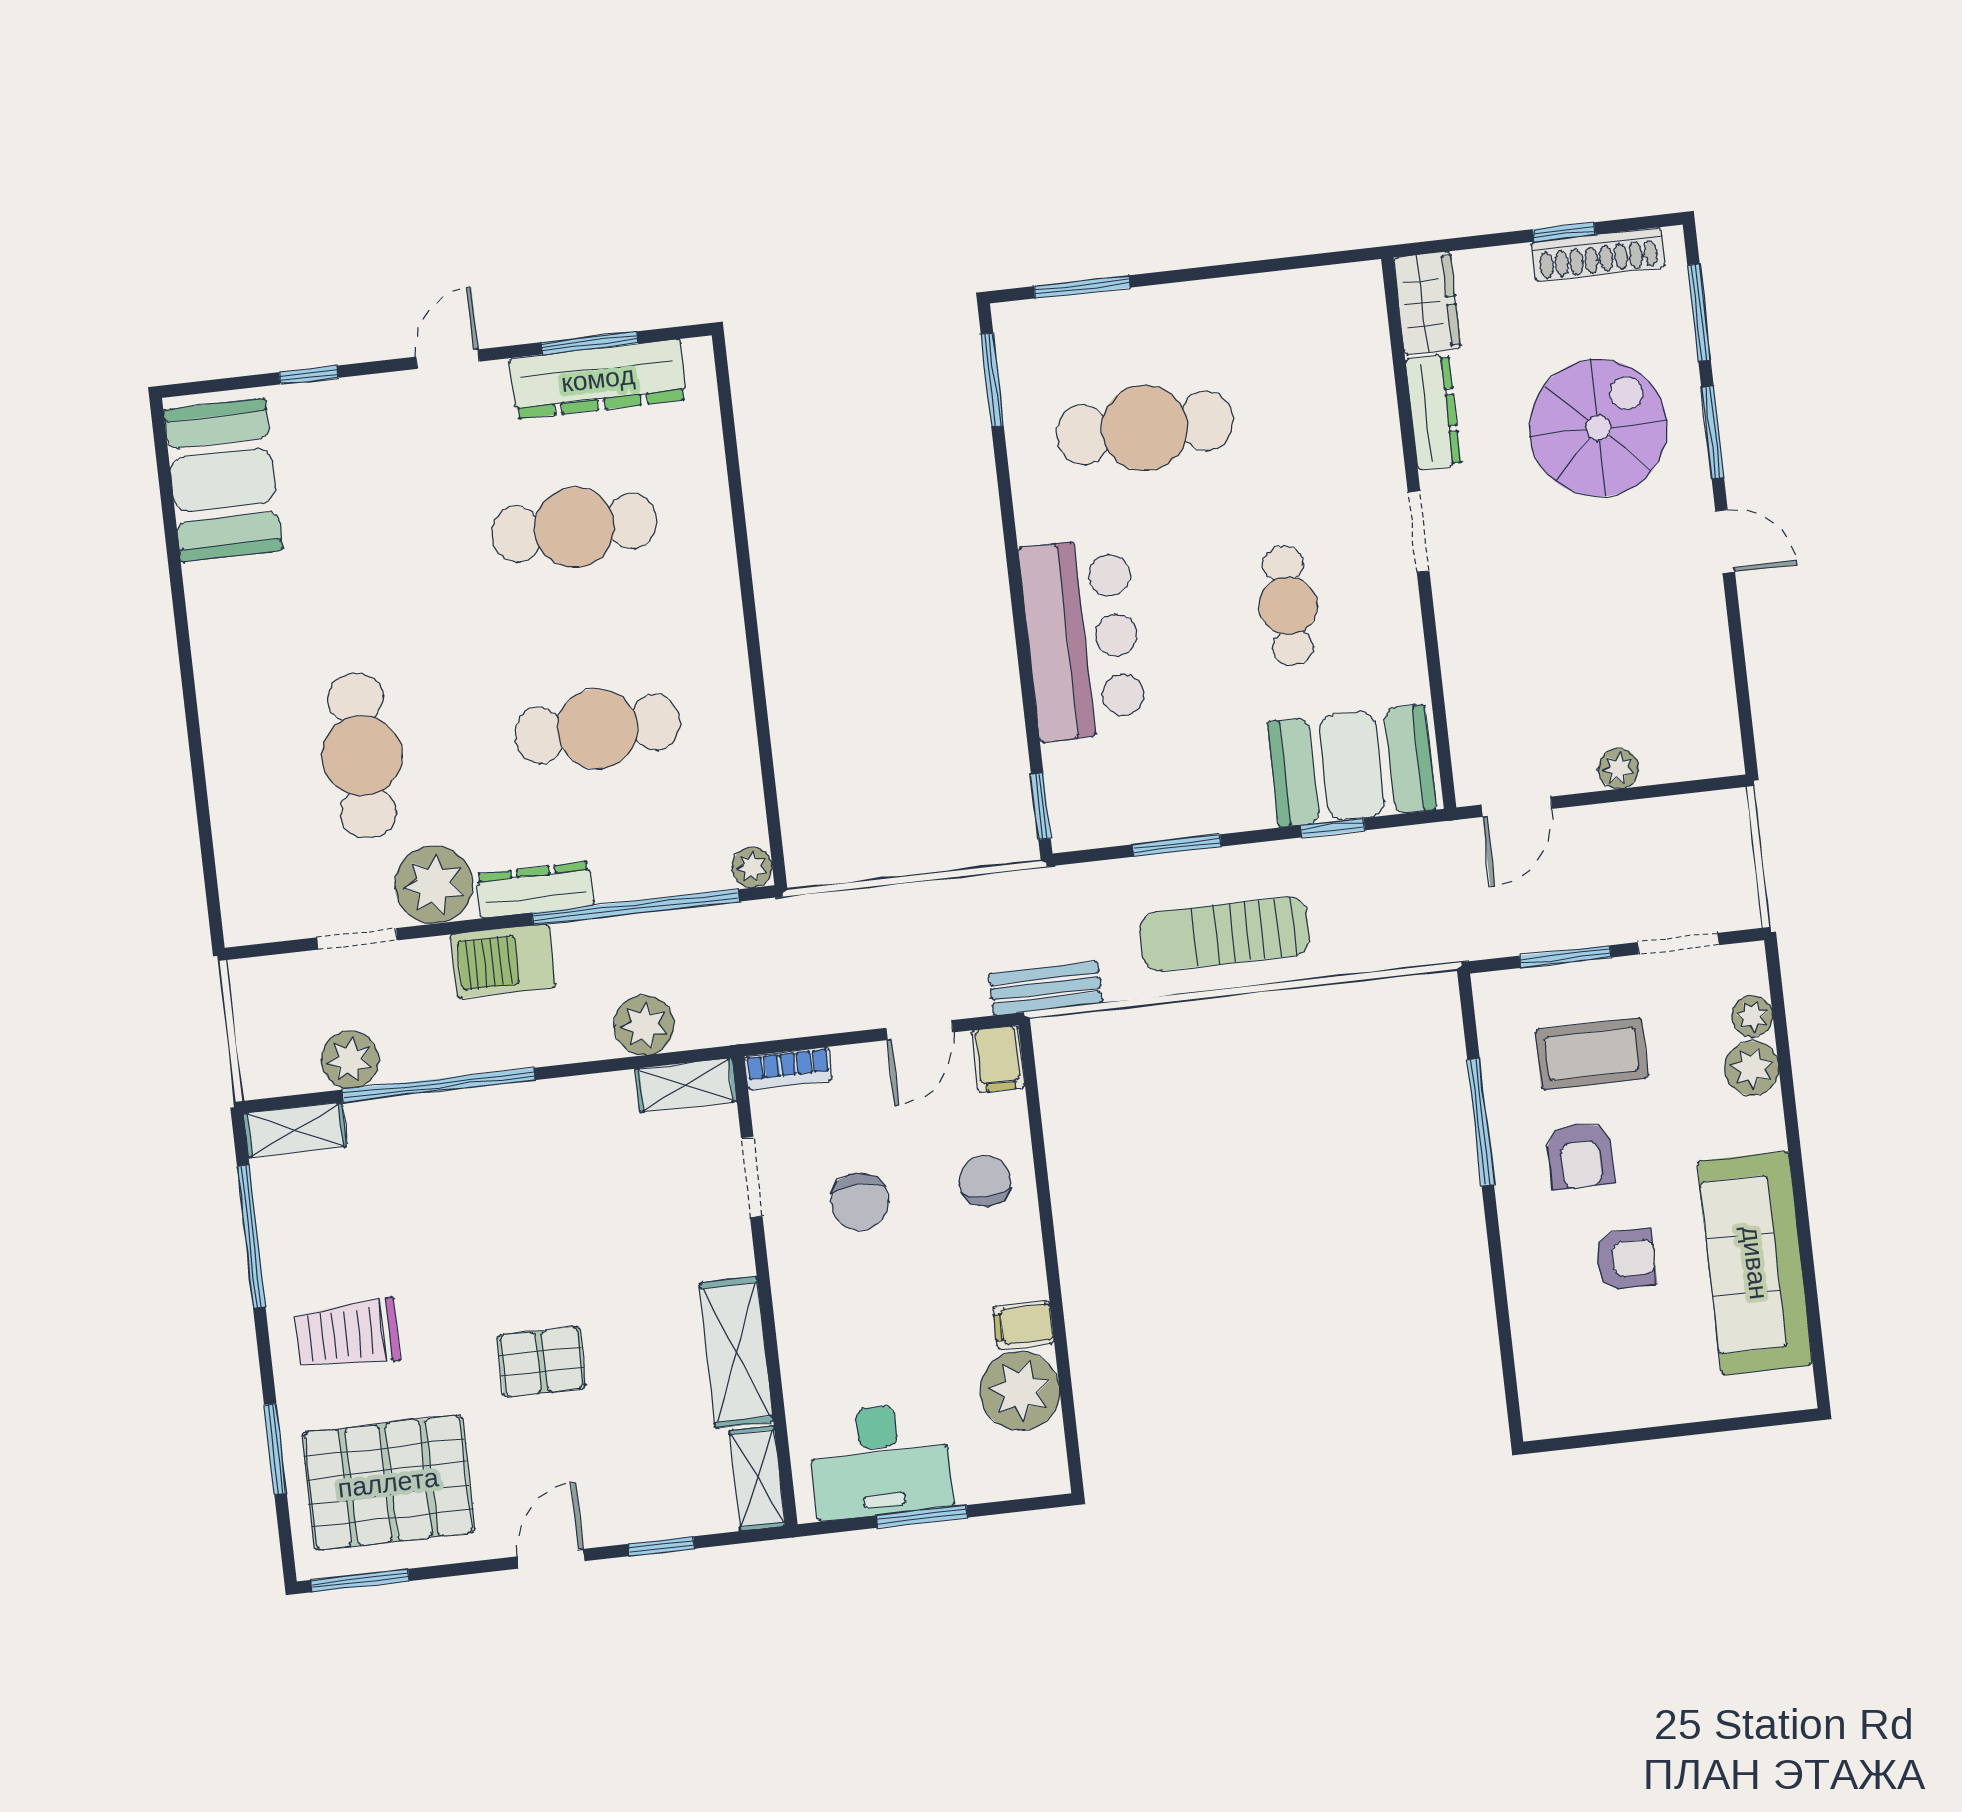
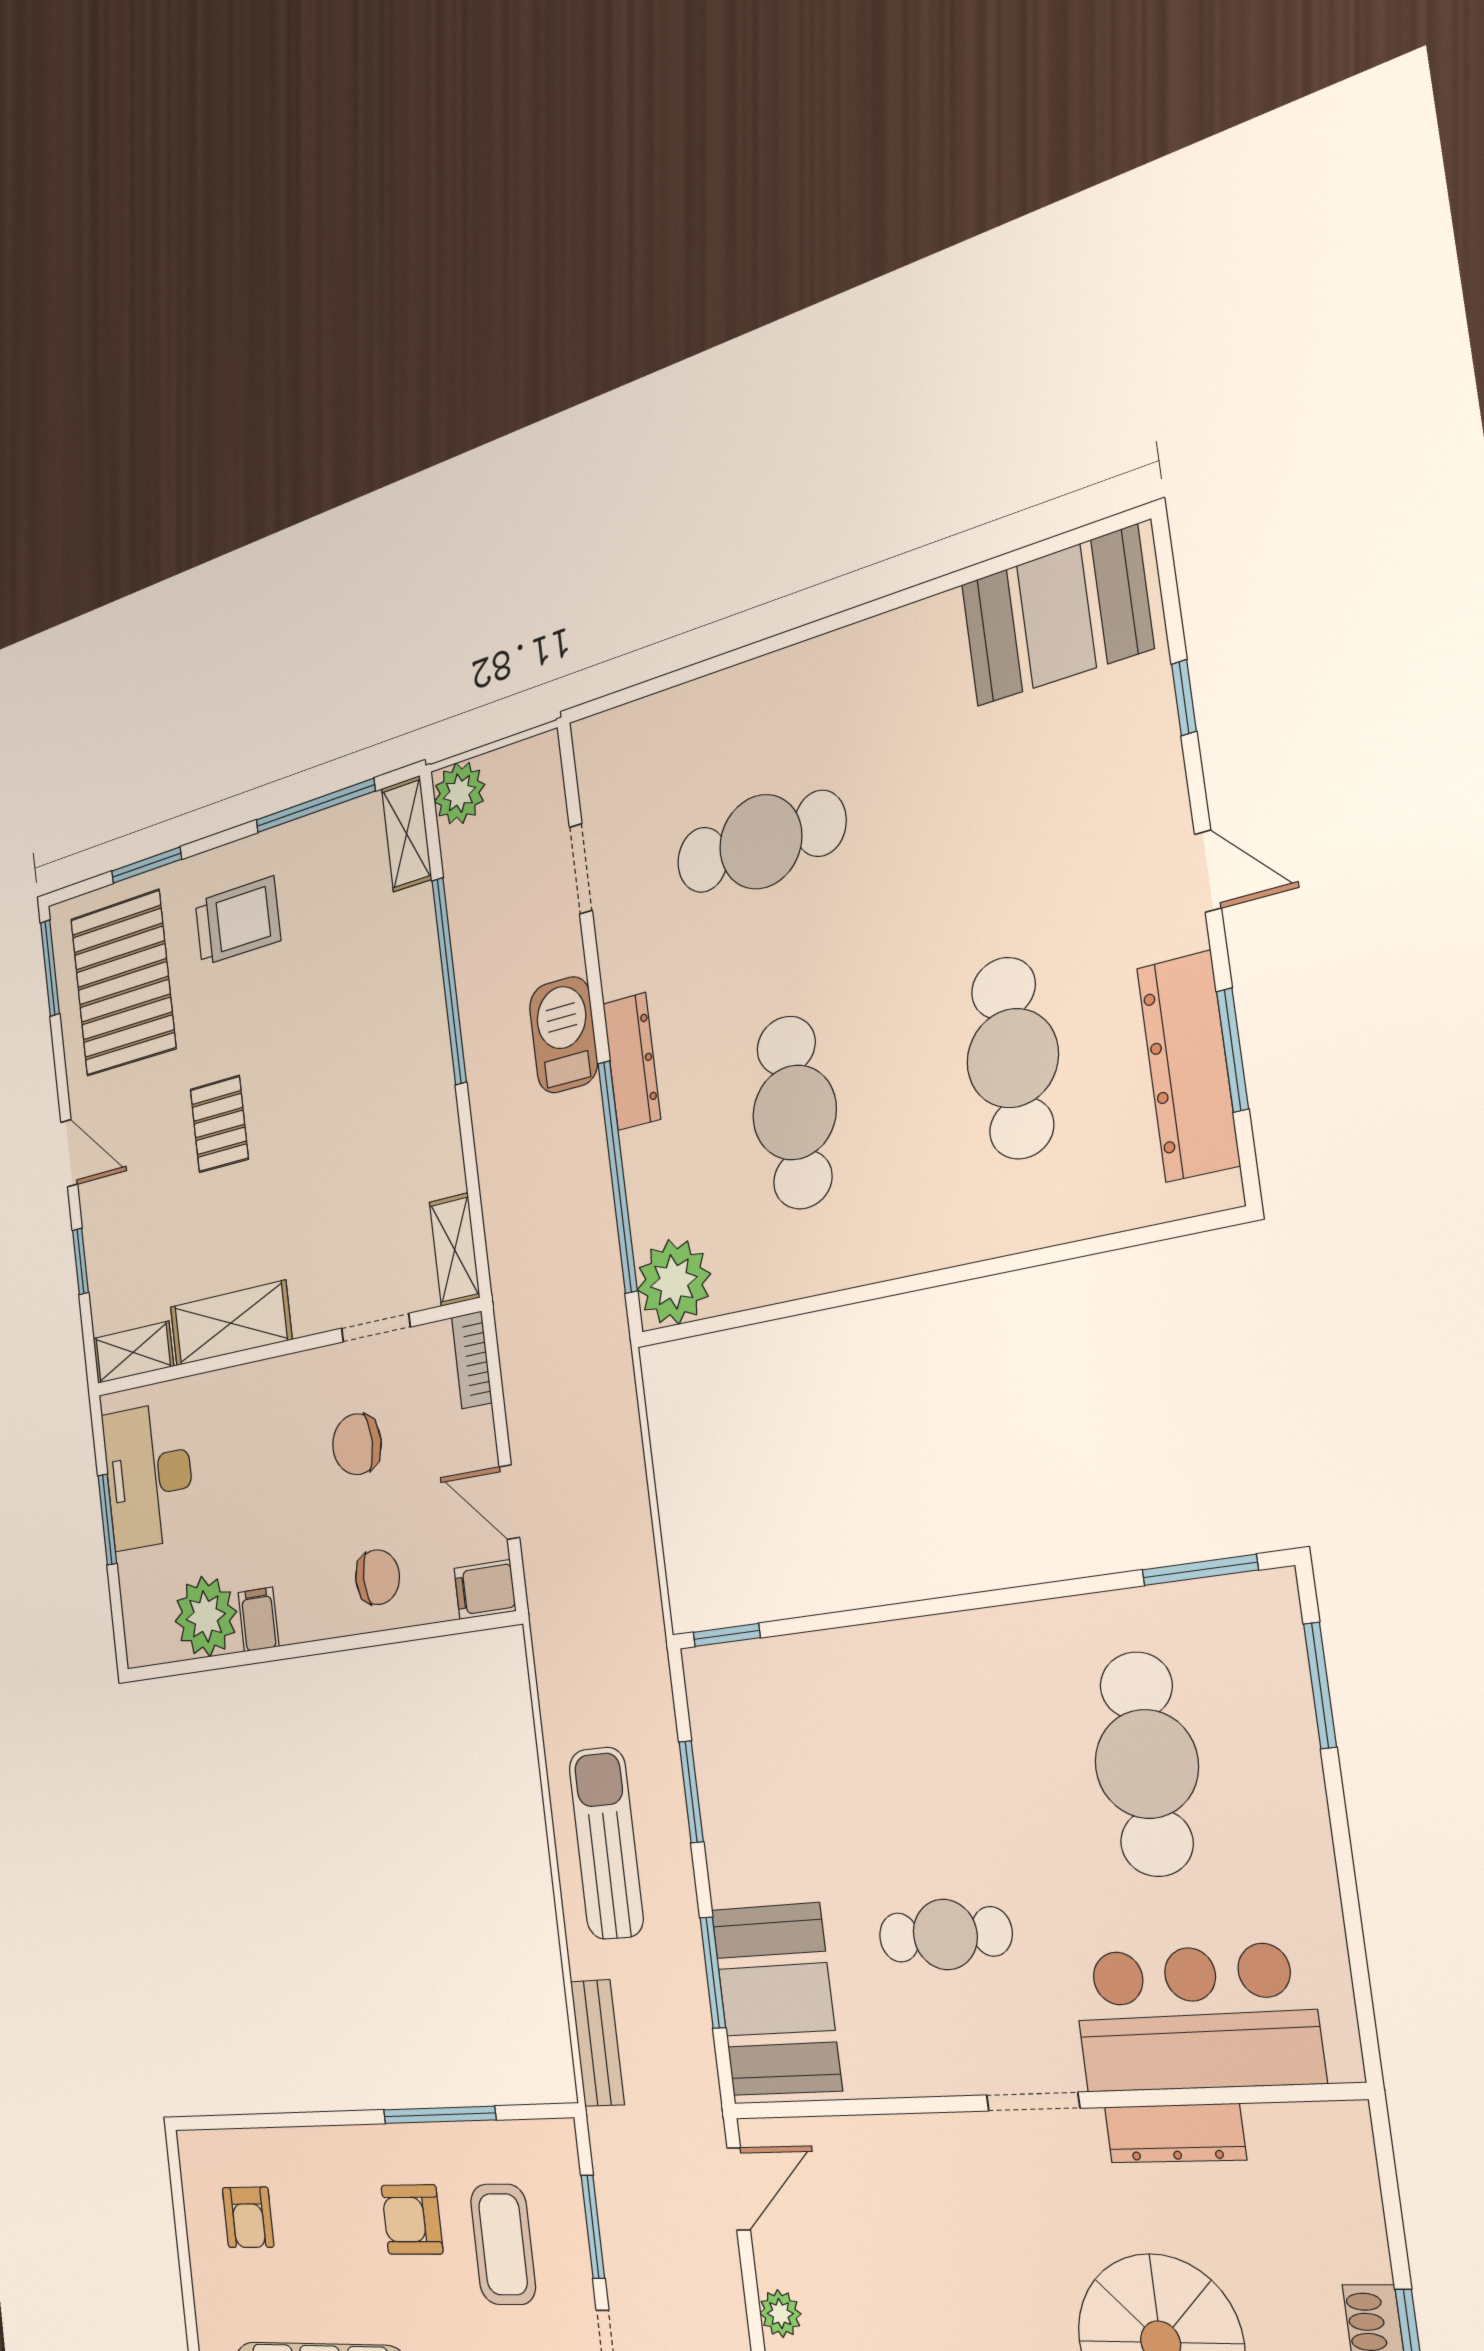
wardrobe: (1427, 303) -> (1311, 2139), removed
bar counter: (1083, 639) -> (1196, 2018), moved, turned 180
door: (1517, 807) -> (739, 2189), swing flipped
window: (1333, 828) -> (713, 1973), width x1.50
plant: (752, 867) -> (674, 1282), width x1.87, depth x1.87
plant: (434, 885) -> (634, 946), removed
bench: (1046, 988) -> (597, 2043), moved
plant: (644, 1025) -> (508, 1198), removed
plant: (350, 1060) -> (459, 793), moved
armchair: (1626, 1259) -> (248, 2217), moved
trolley: (347, 1334) -> (238, 921), turned 90

